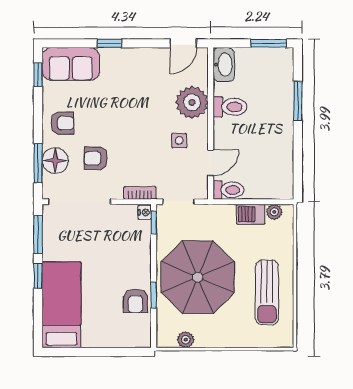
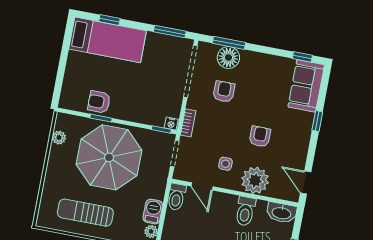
armchair: (62, 123) -> (260, 137), moved, turned 180
window: (38, 276) -> (109, 20), moved

